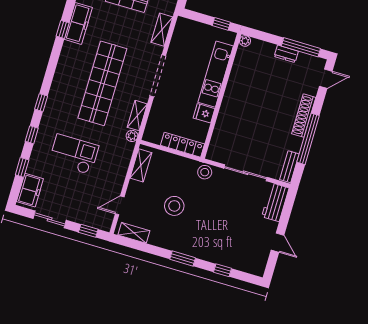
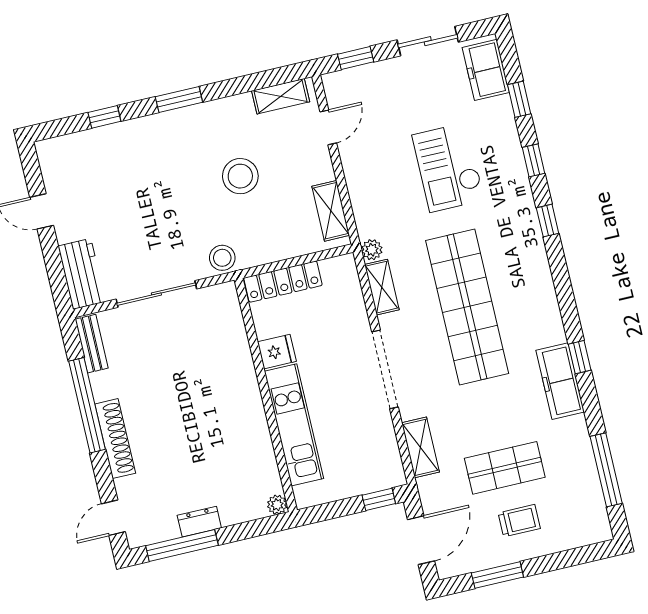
window: (221, 24) -> (379, 499), moved
checkout: (74, 154) -> (448, 167), turned 90

